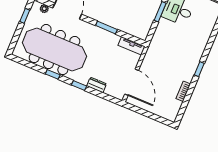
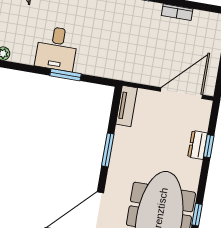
window: (79, 85) -> (209, 146), moved

